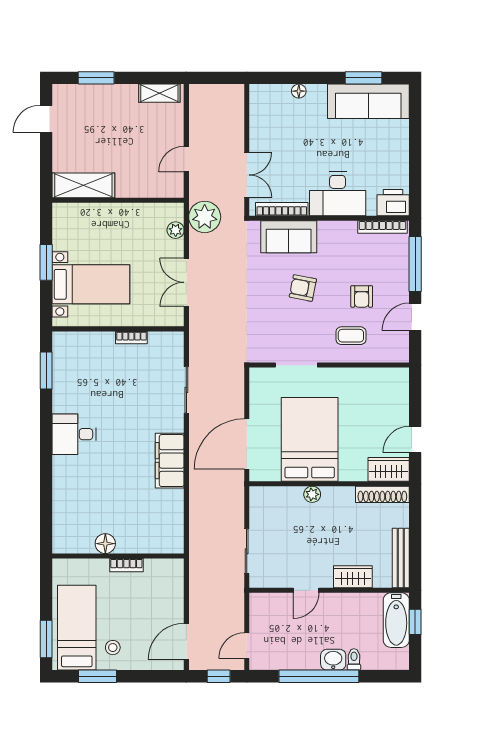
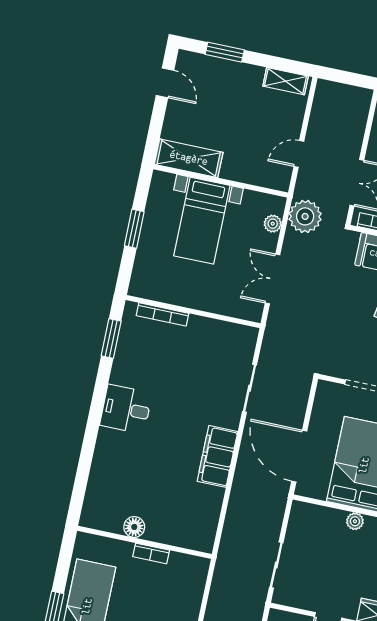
door: (46, 119) -> (165, 83), swing flipped
bed with nightstands: (91, 284) -> (202, 221), moved, turned 90
bookcase: (131, 338) -> (163, 314), moved, width x1.56
door: (247, 444) -> (299, 456), hinge flipped

